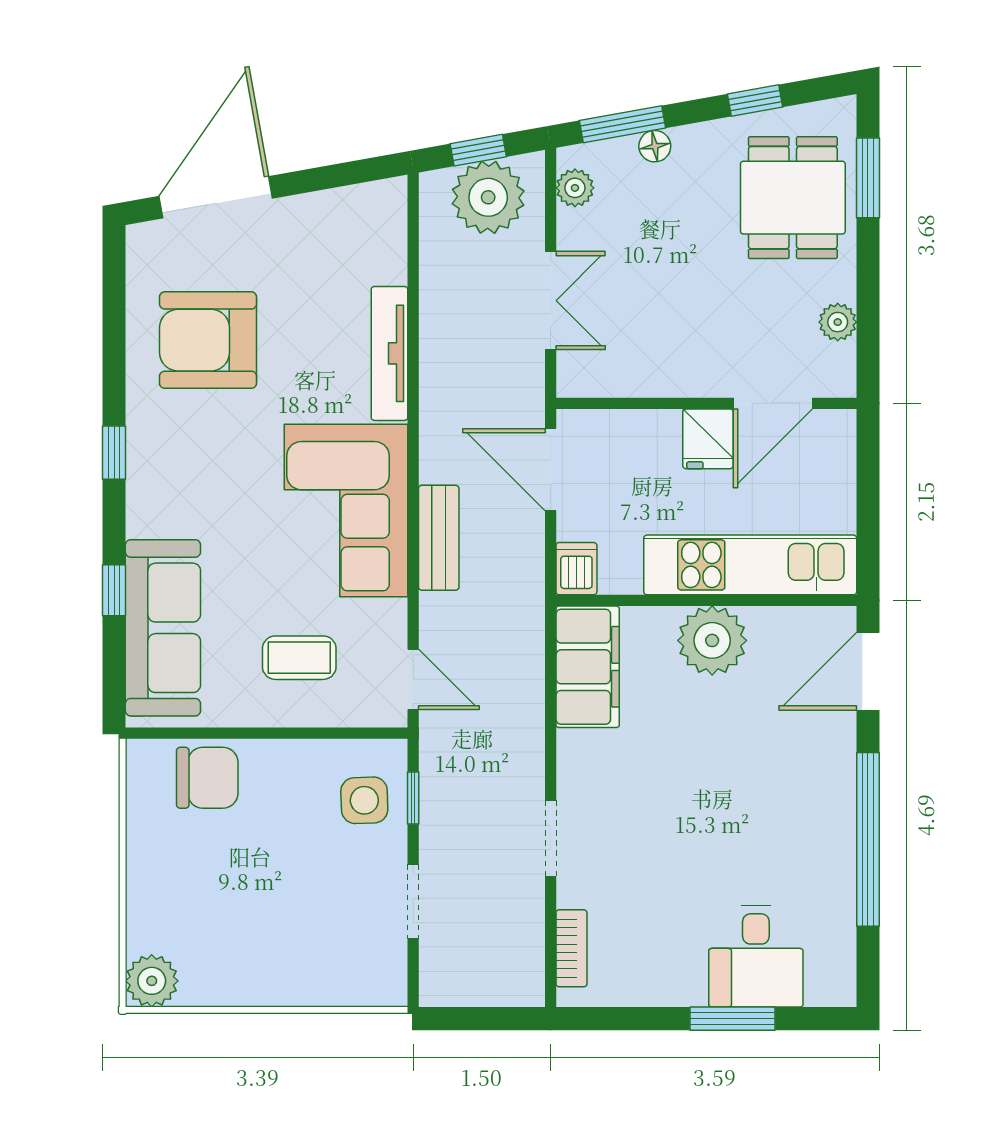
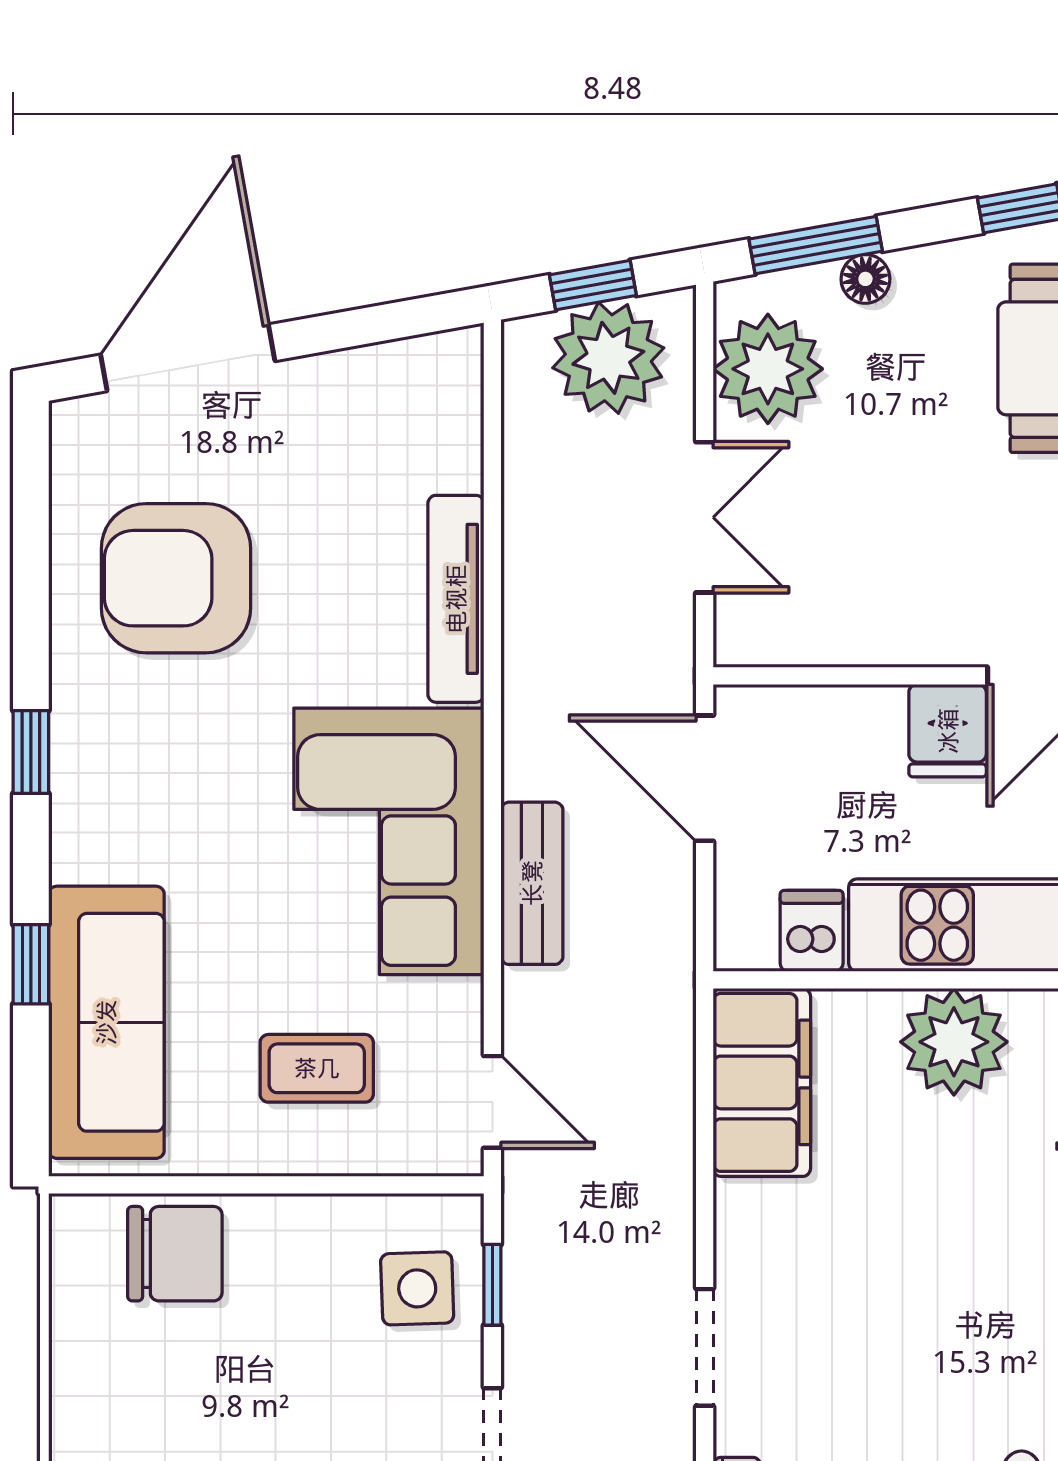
plant: (575, 188) -> (768, 369), width x1.87, depth x1.87
dishwasher: (576, 569) -> (812, 931), moved

